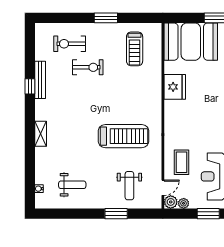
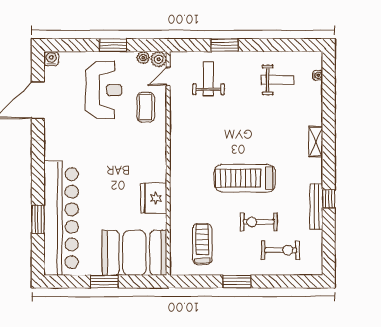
treadmill: (124, 136) -> (245, 178), moved
weight bench: (72, 185) -> (277, 80), turned 180

